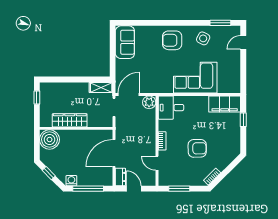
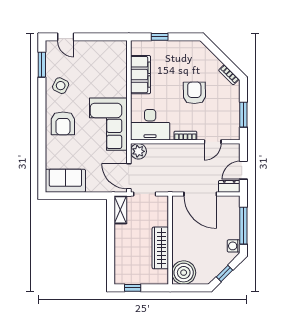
corner sofa: (195, 78) -> (108, 124), moved
filing cabinet: (225, 104) -> (140, 75), moved
desk: (171, 108) -> (150, 125), width x1.37

